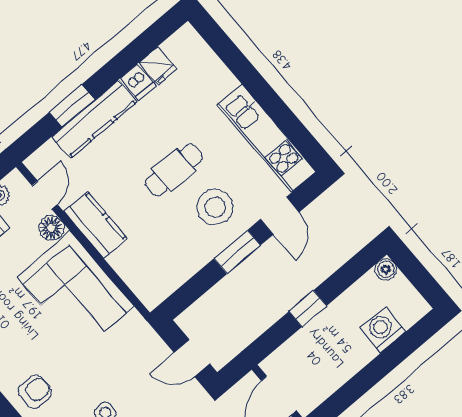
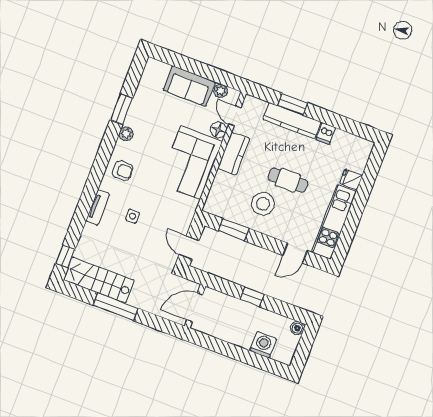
fridge: (158, 66) -> (351, 179), moved, turned 90
door: (45, 195) -> (235, 116), swing flipped
stool: (215, 207) -> (263, 204), moved
window: (237, 252) -> (234, 230), moved

